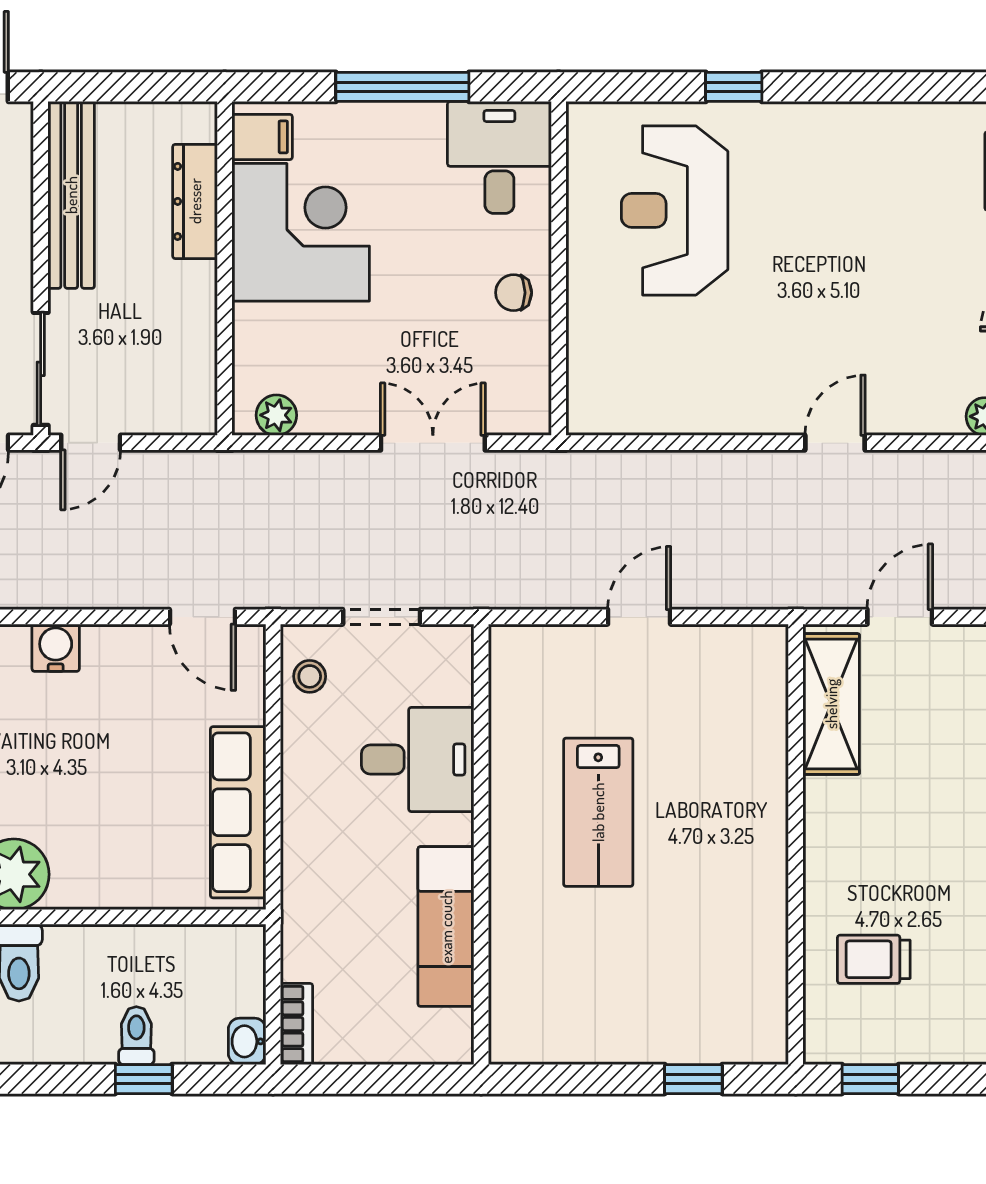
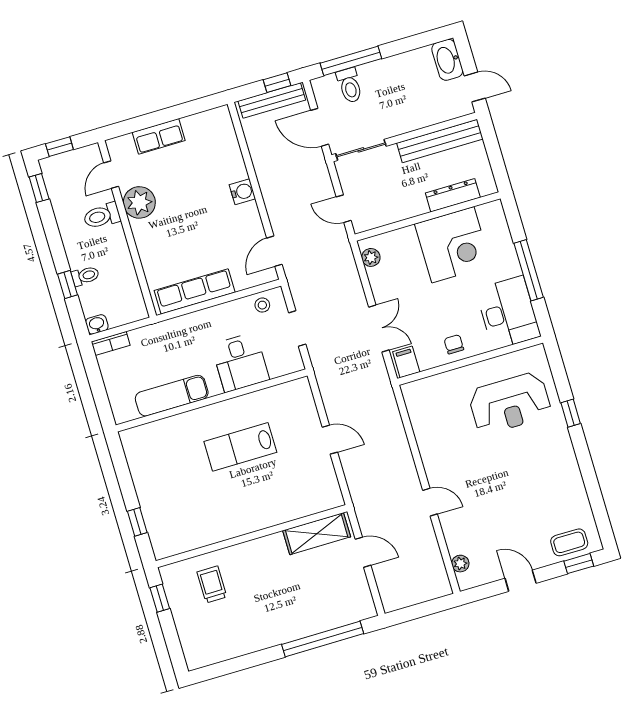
filing cabinet: (262, 137) -> (406, 362), moved, turned 180
desk: (499, 157) -> (508, 313), width x1.37
reception desk: (675, 210) -> (510, 403), turned 180
door: (91, 443) -> (344, 209), moved

